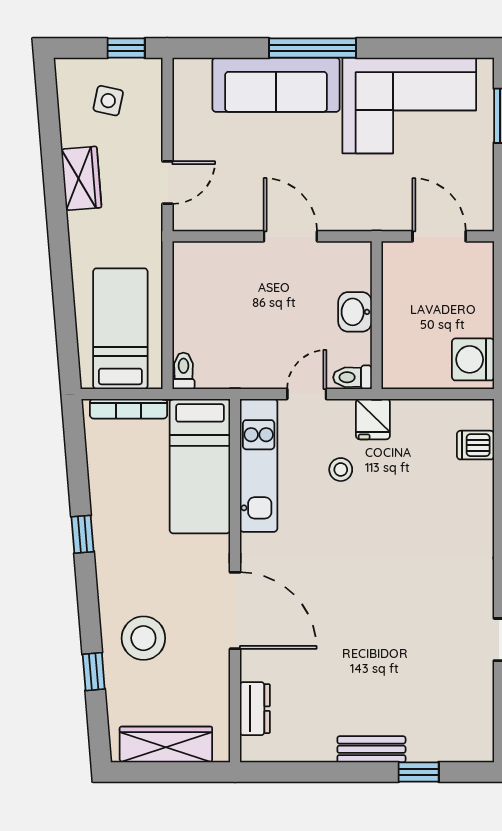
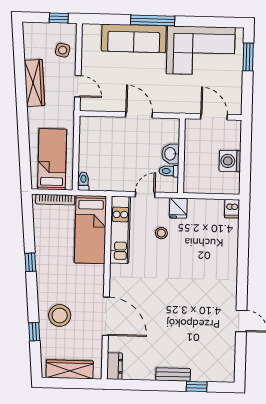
side table: (108, 101) -> (63, 50), moved
wardrobe: (81, 178) -> (34, 83), width x1.50
door: (167, 183) -> (78, 86), hinge flipped
washing machine: (473, 359) -> (230, 161), moved
toilet: (352, 377) -> (169, 171), moved
dishwasher: (475, 445) -> (232, 209), moved, turned -90
door: (235, 611) -> (106, 316), moved
dresser: (255, 709) -> (115, 366), moved

